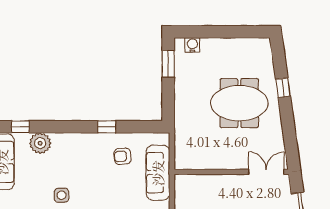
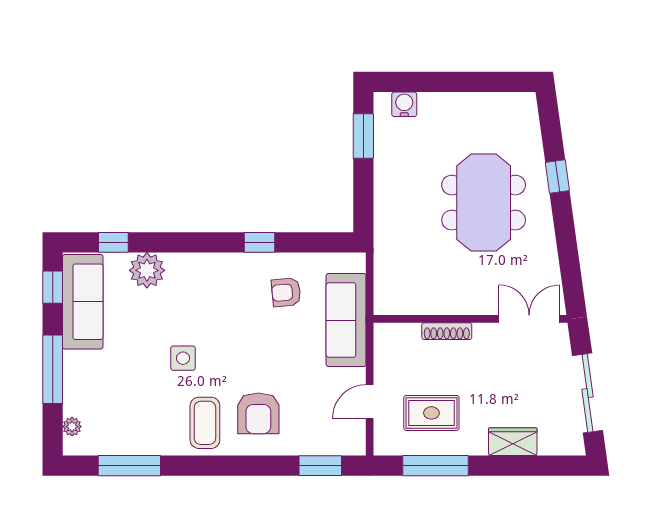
meeting table: (239, 103) -> (484, 203), turned 90
shoe rack: (218, 179) -> (447, 331), added

